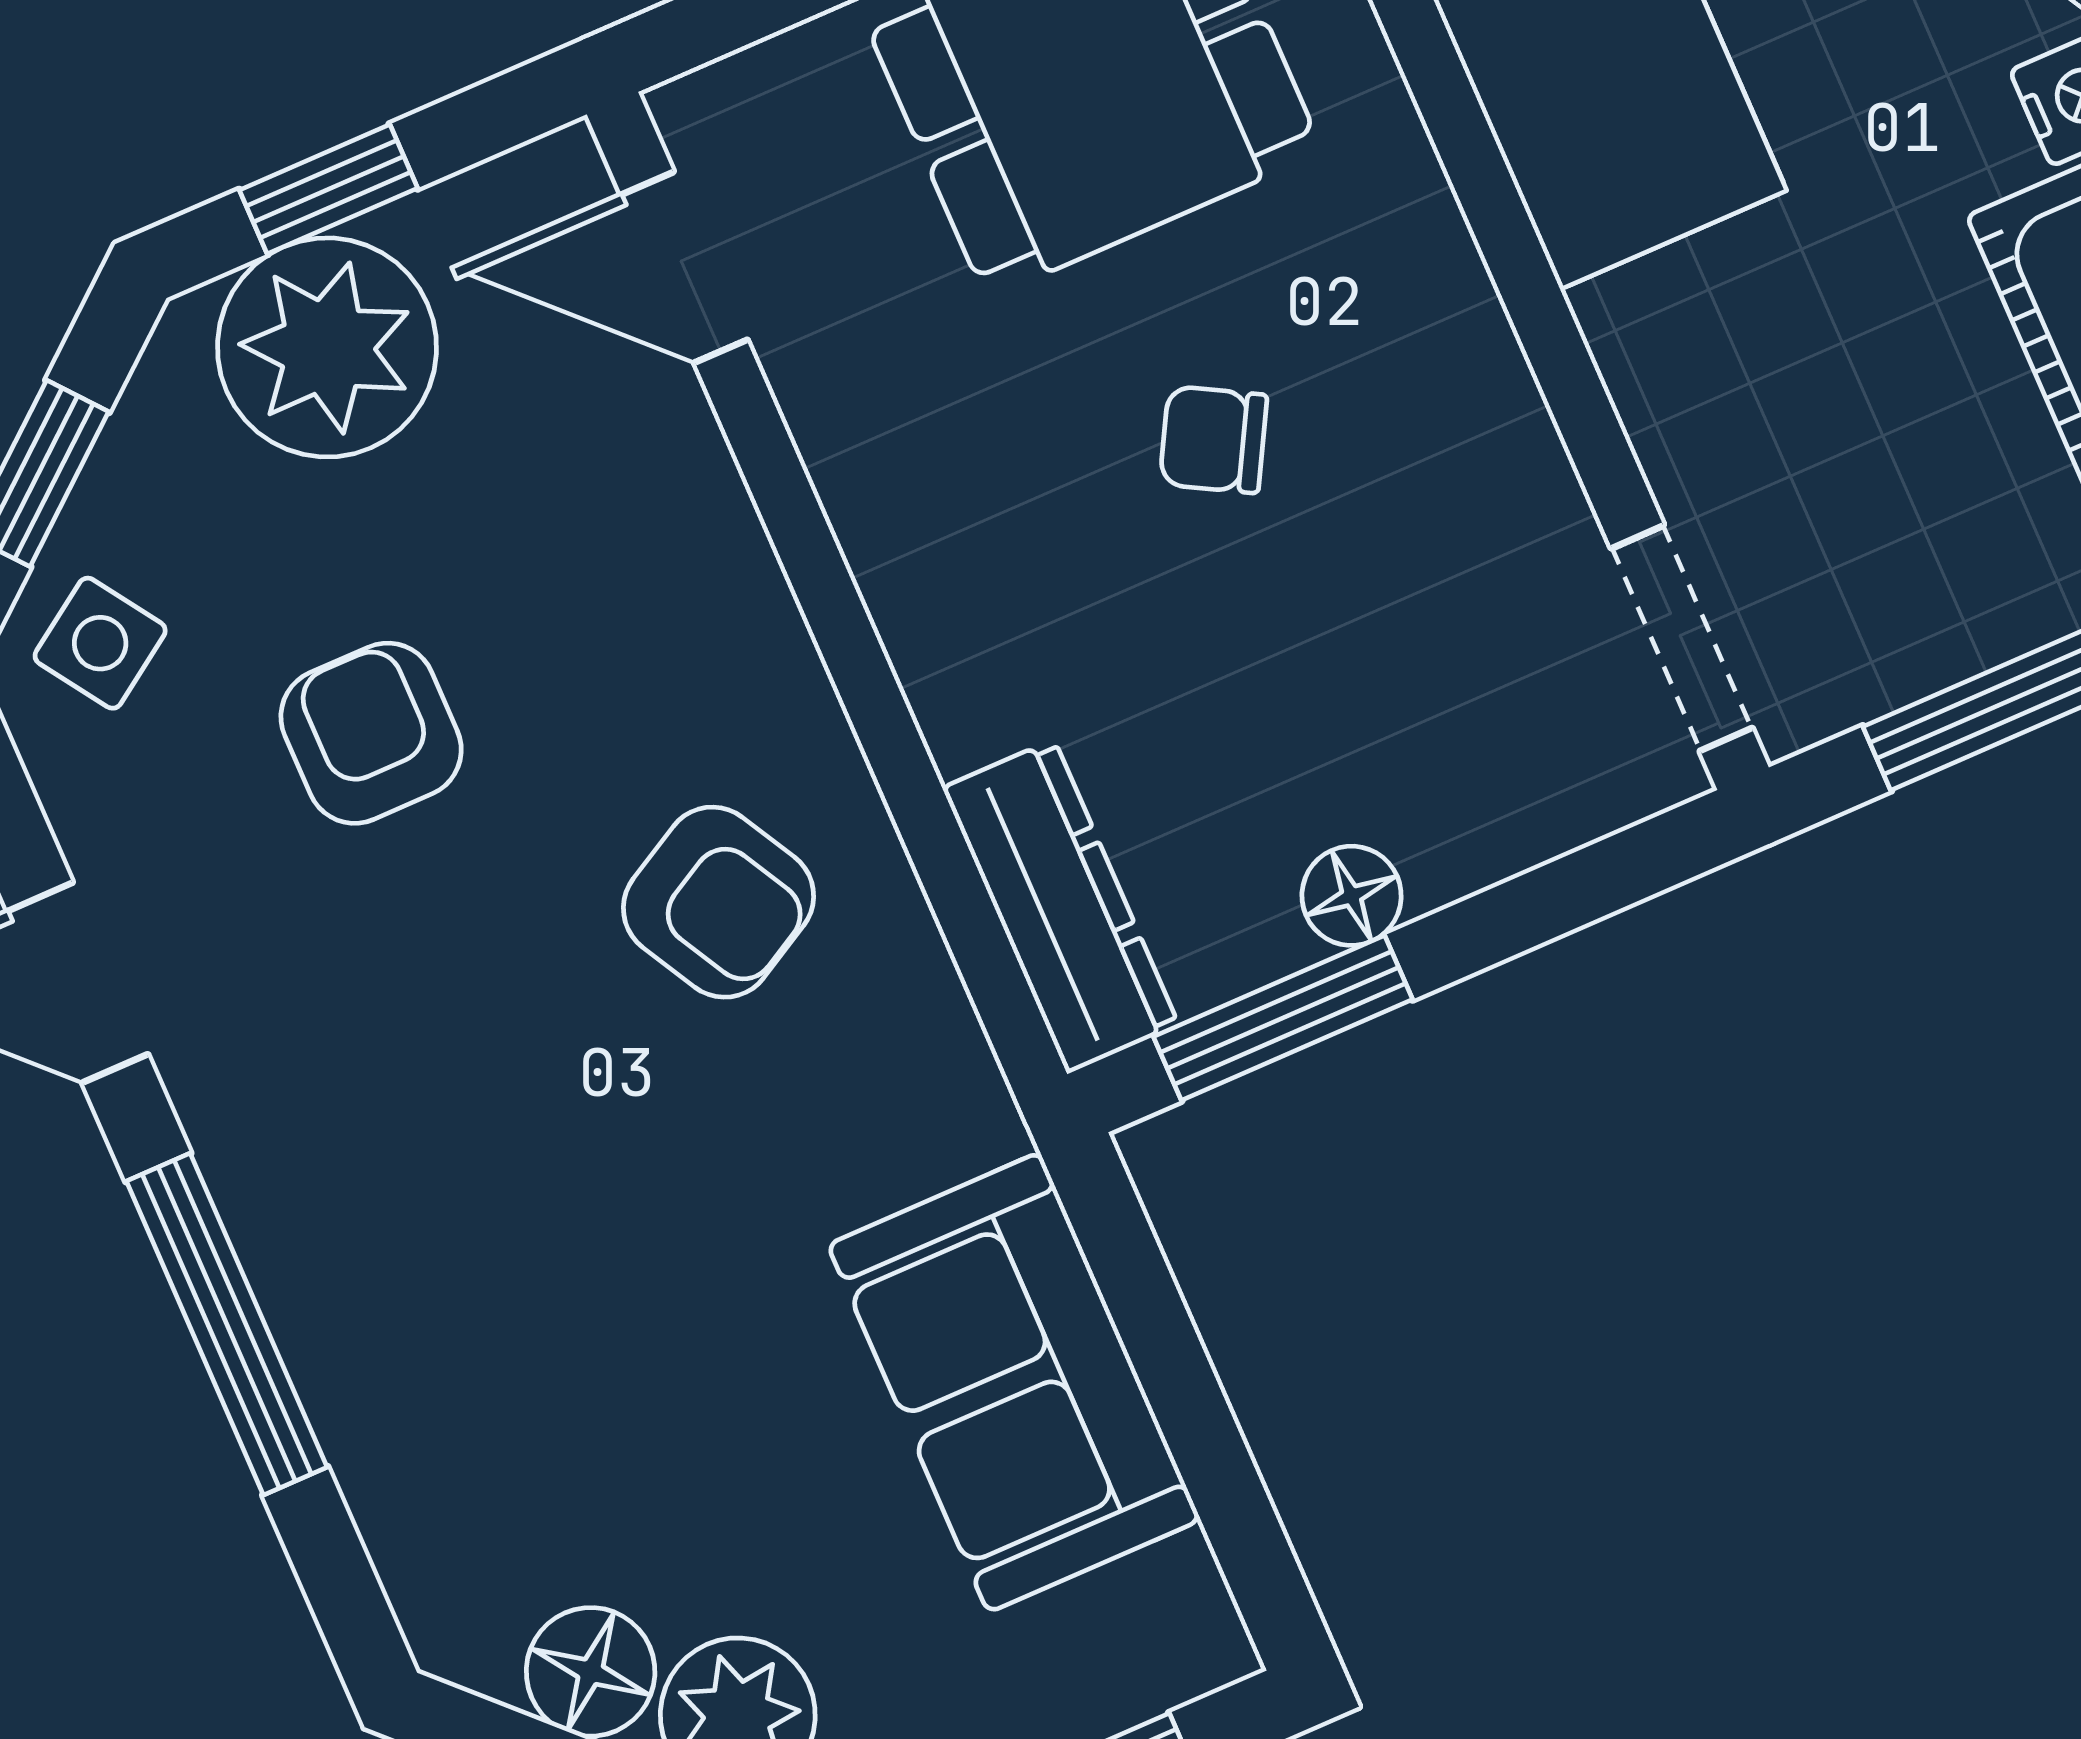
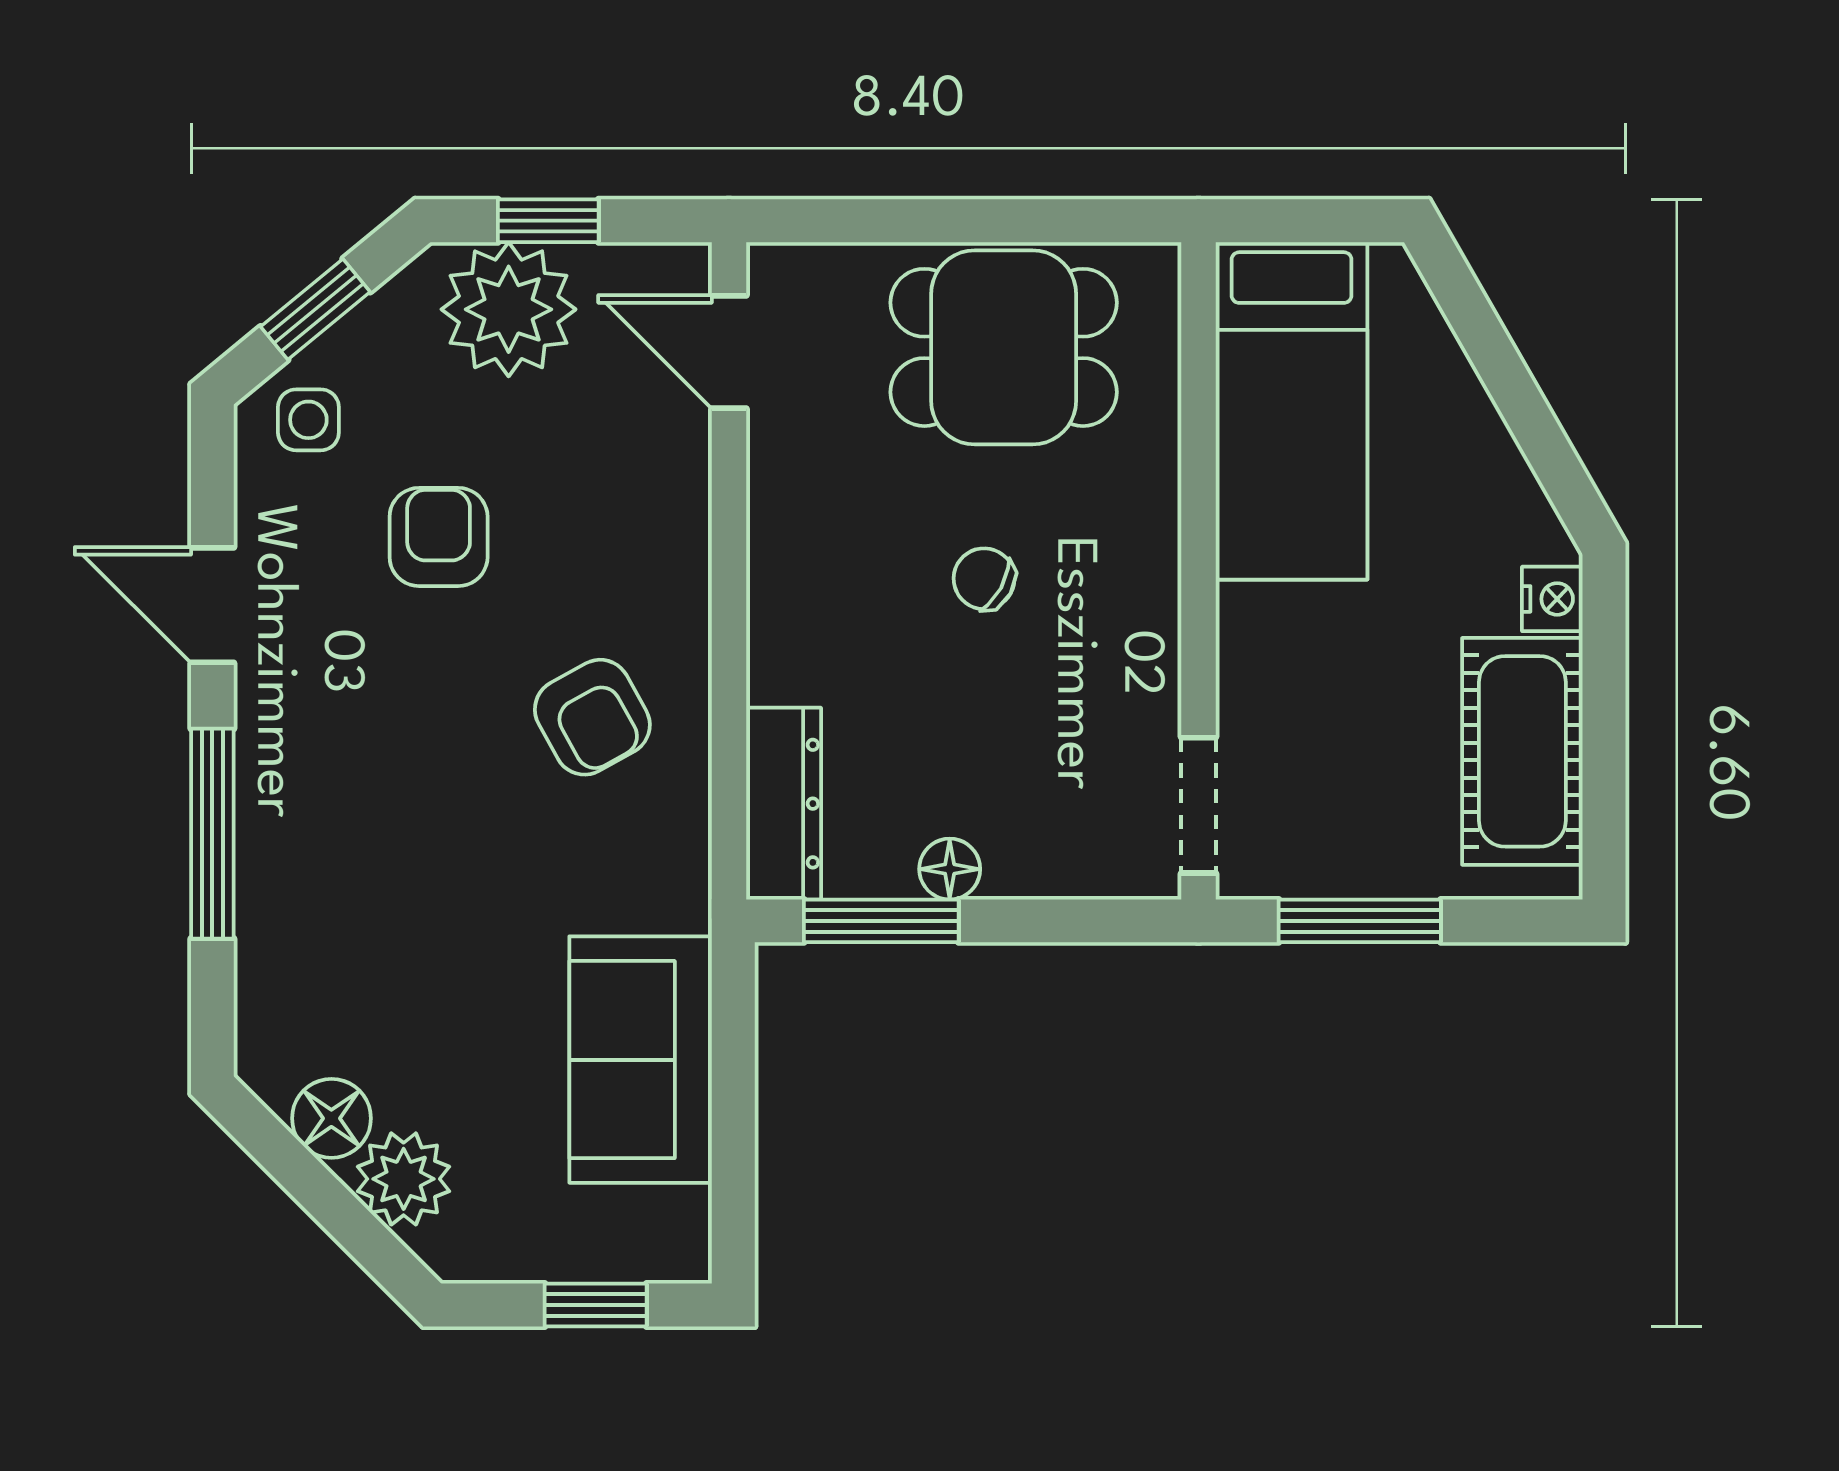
side table: (100, 643) -> (308, 420), turned 34

